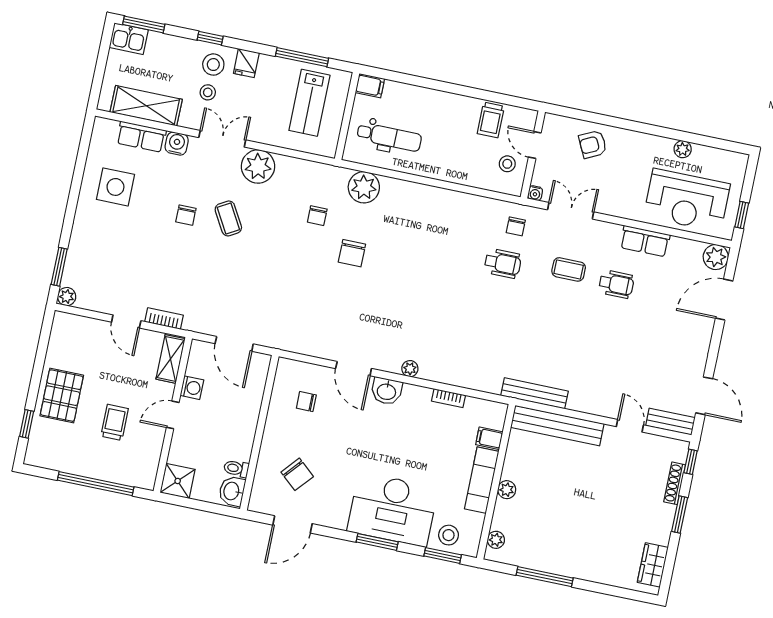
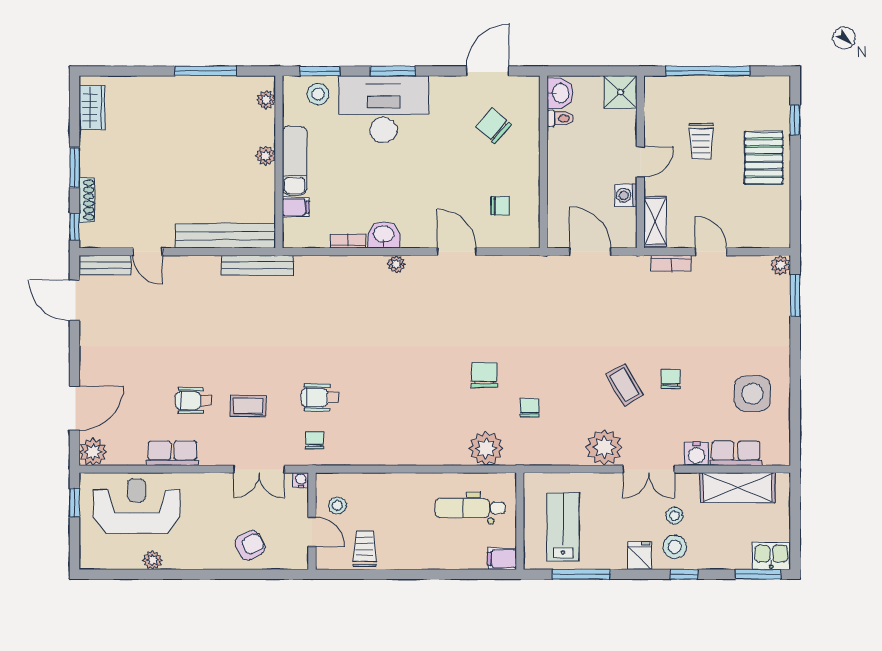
washbasin: (387, 391) -> (384, 235), moved

